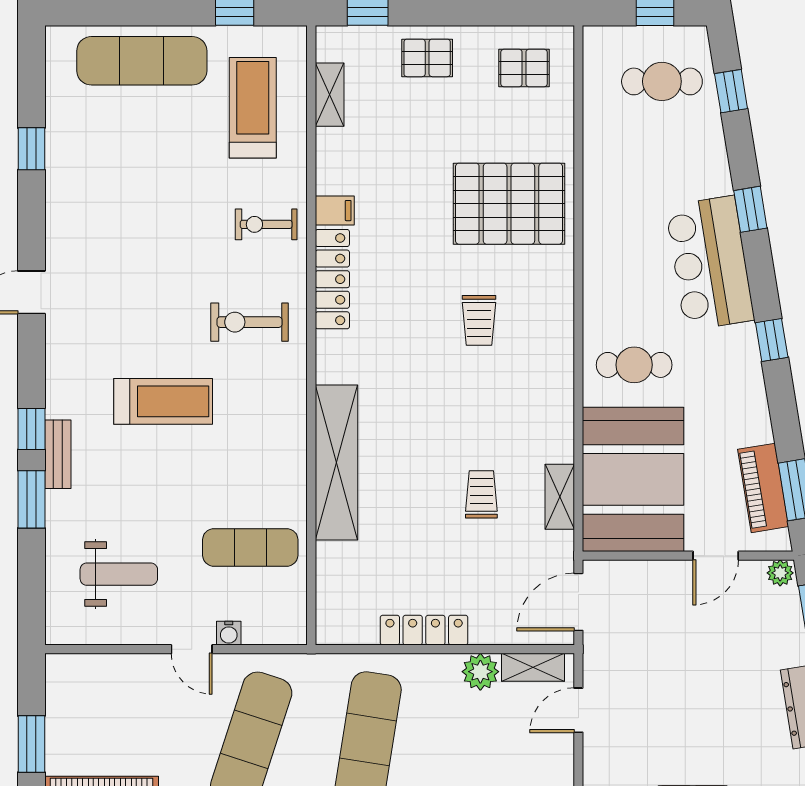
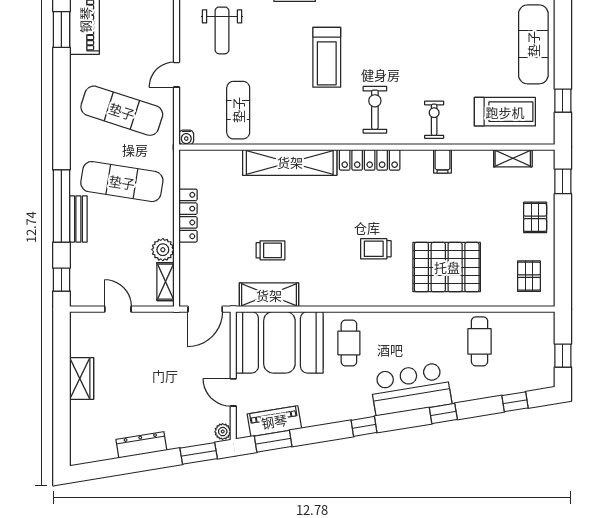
cafe table: (662, 81) -> (480, 341), moved
pallet: (509, 204) -> (447, 267), turned 90
locker: (332, 279) -> (370, 160), moved
shelving: (560, 497) -> (269, 295), width x1.50, depth x1.33
door: (578, 602) -> (205, 309), swing flipped
water cooler: (229, 633) -> (186, 137), moved, turned -90
door: (578, 710) -> (118, 309), moved

